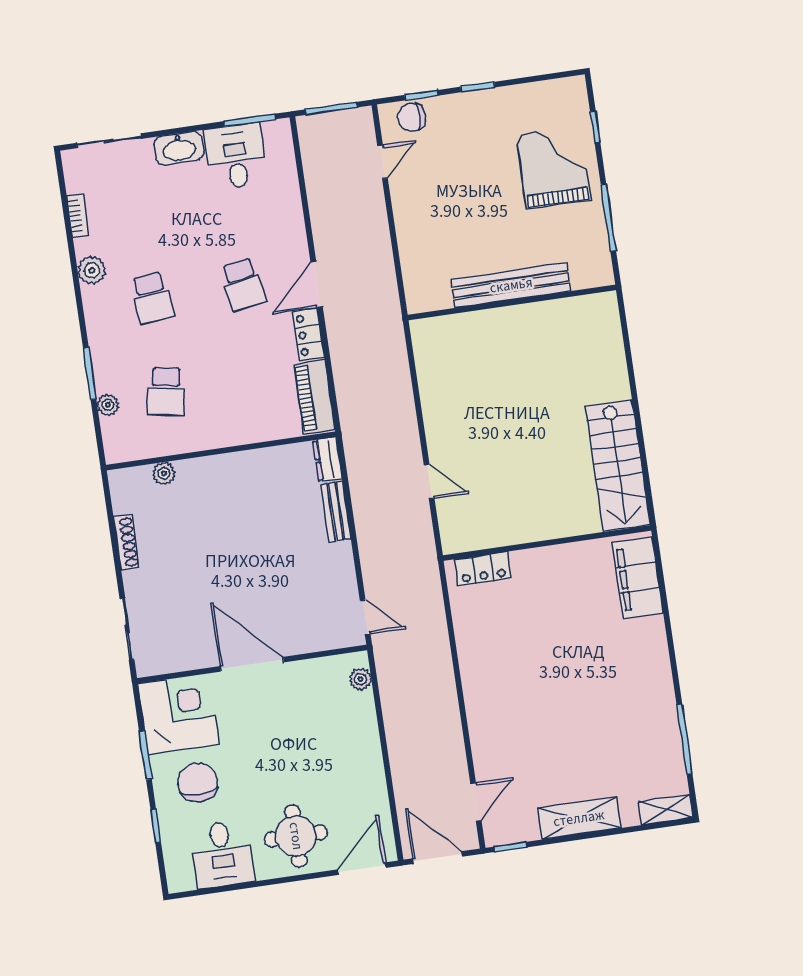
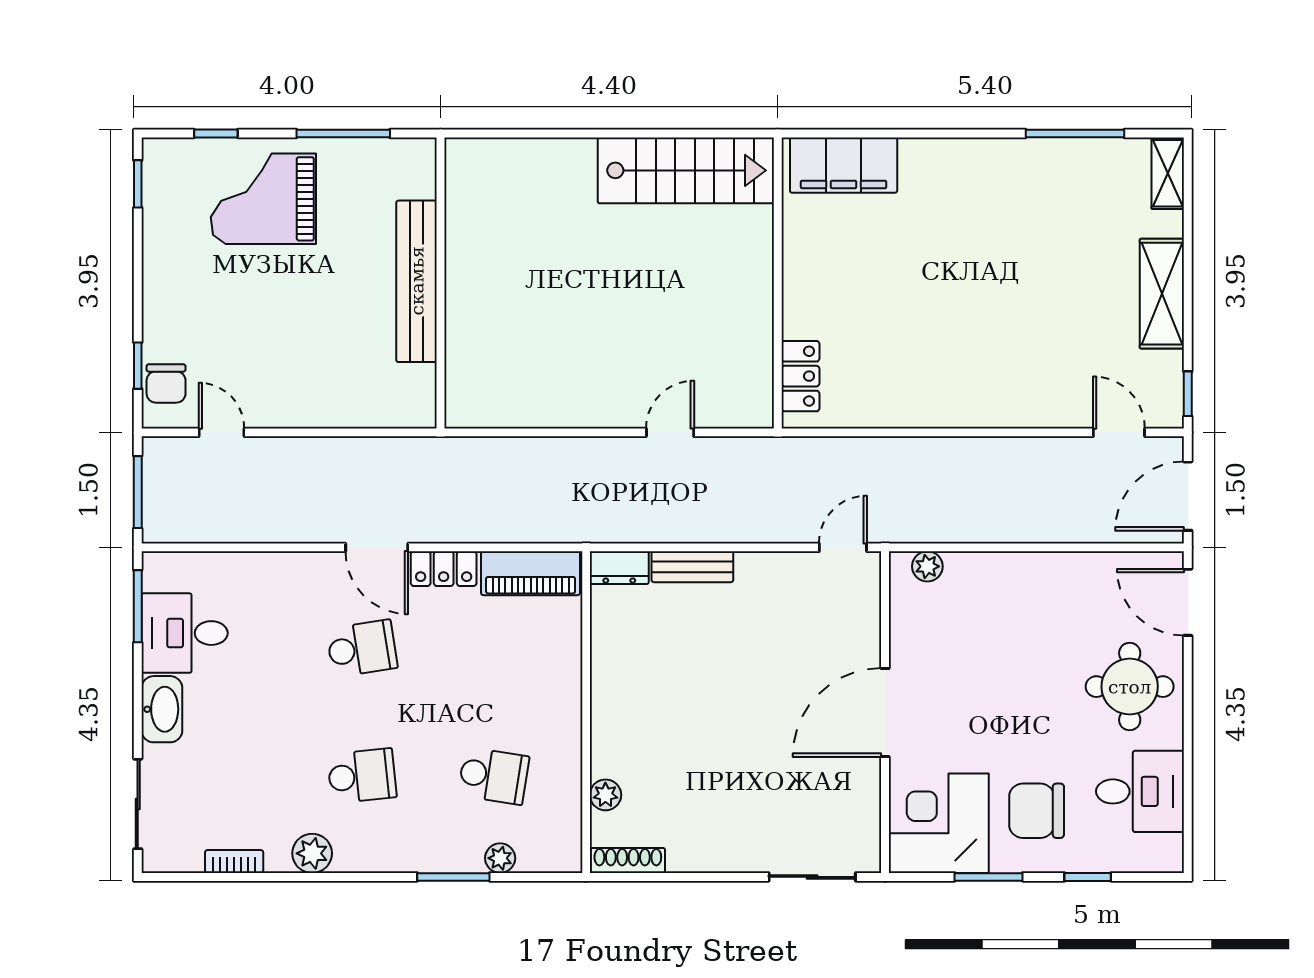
window: (478, 87) -> (138, 184), moved
shoe rack: (126, 542) -> (628, 860), moved

